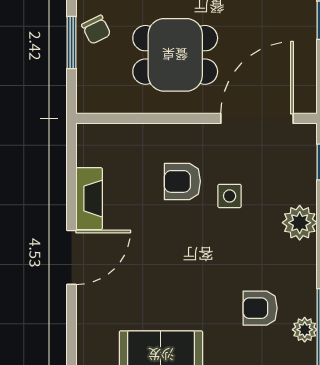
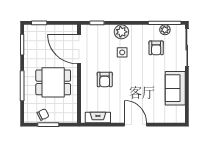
dining table: (175, 55) -> (53, 82), turned 90
side table: (230, 196) -> (122, 52), moved
fireplace: (89, 199) -> (98, 117), moved

